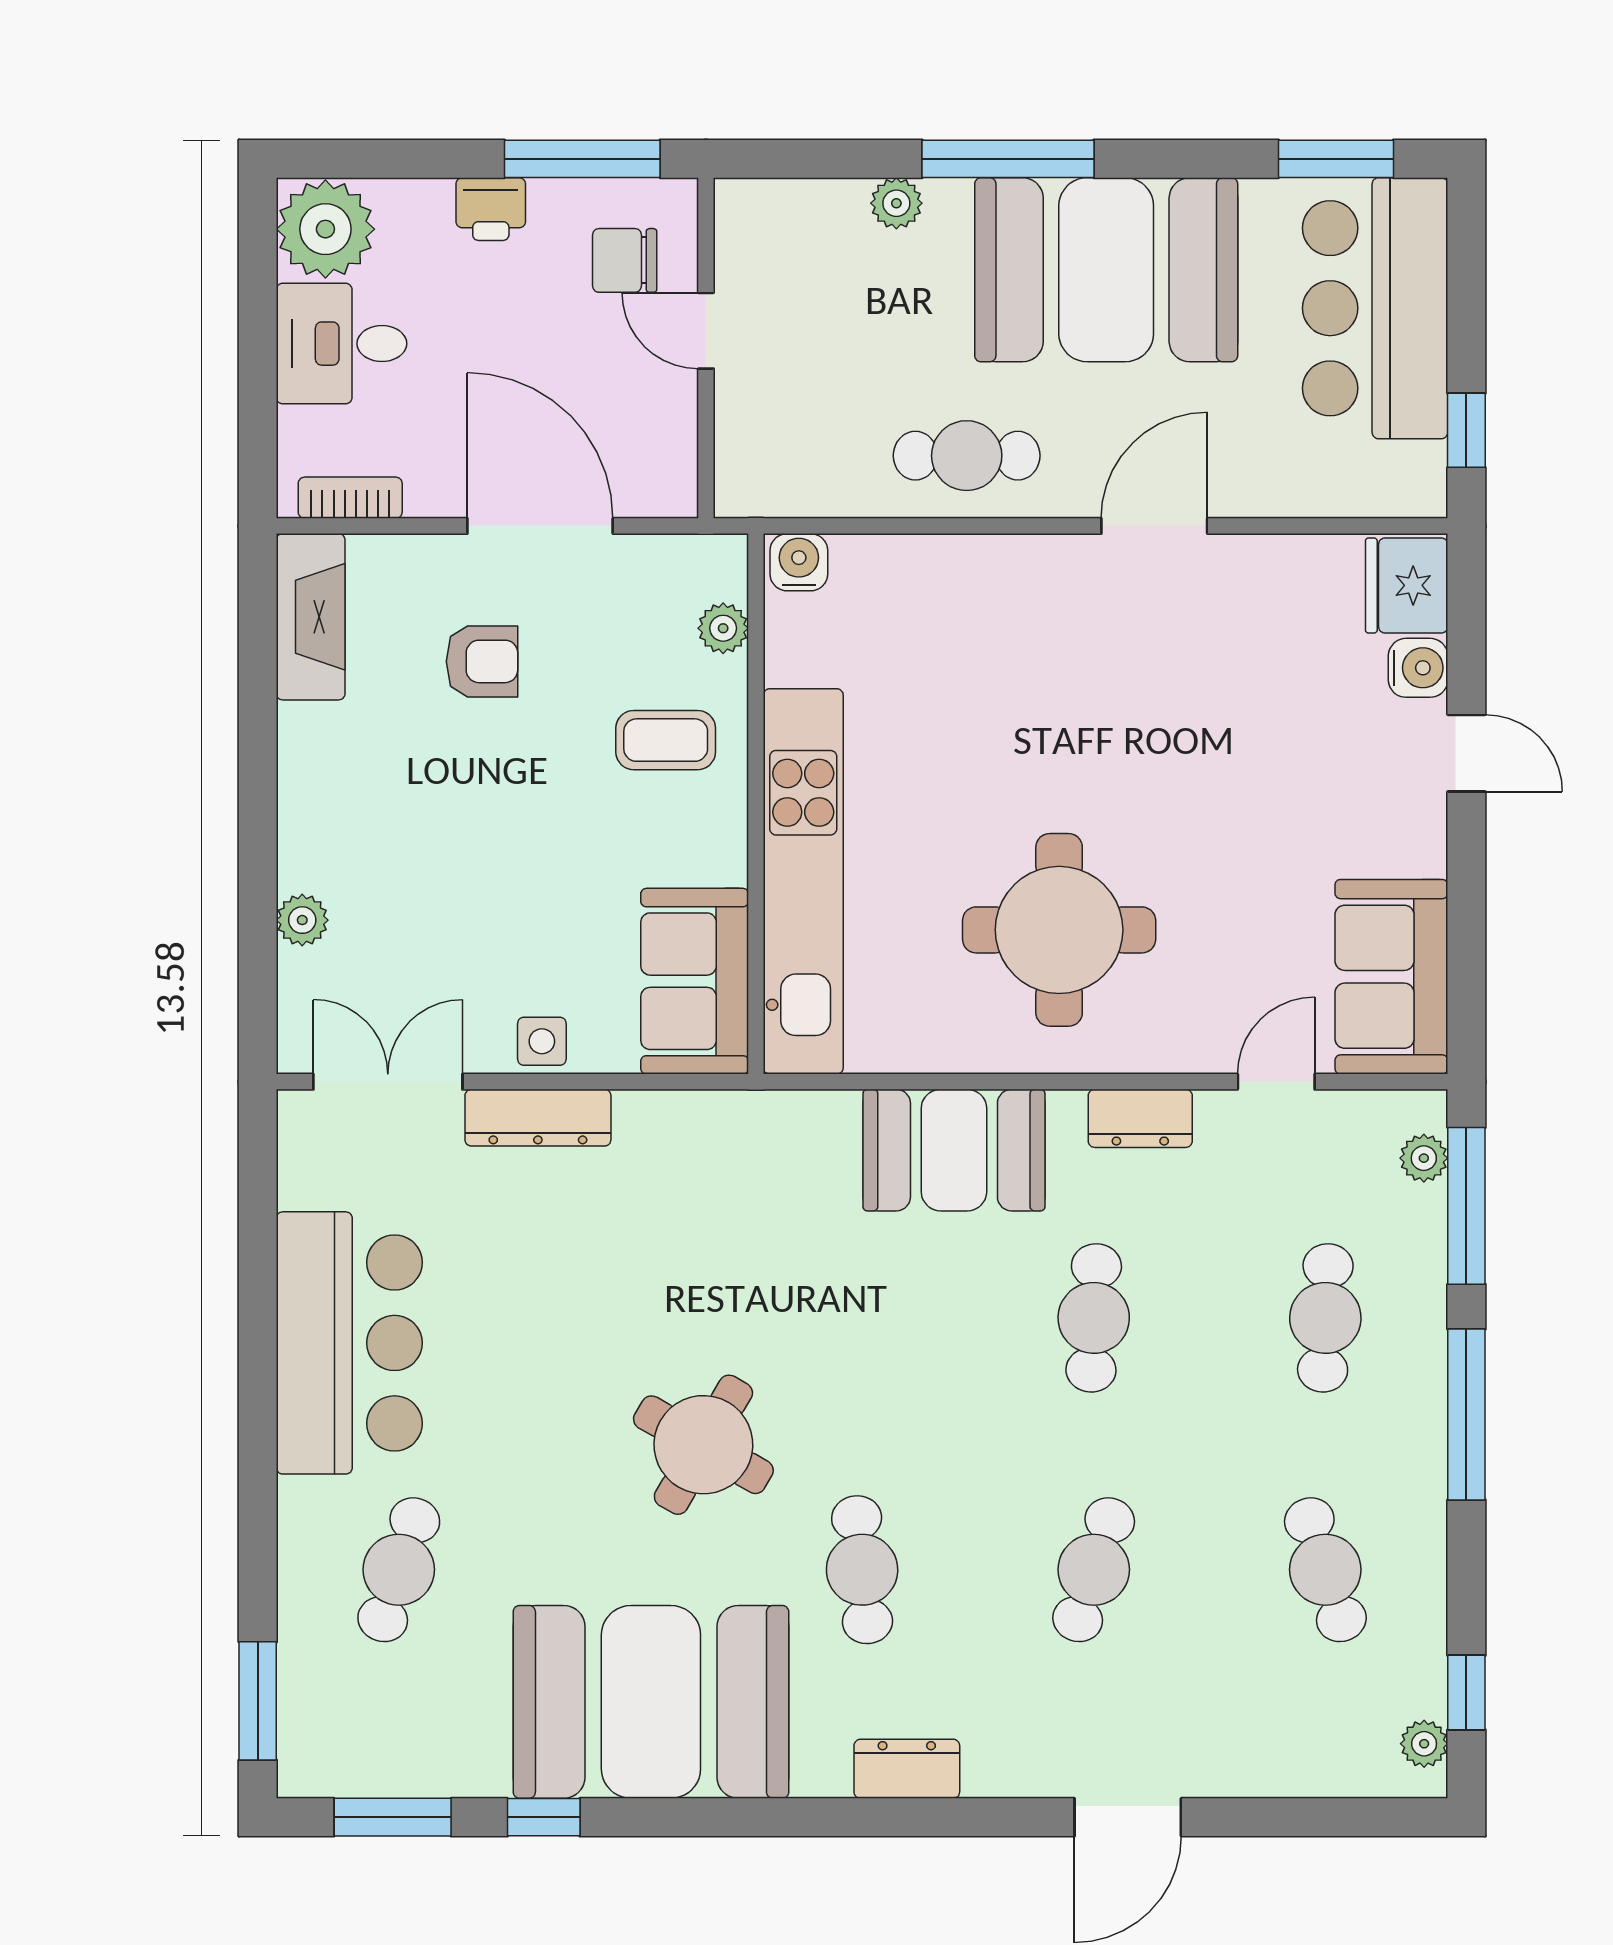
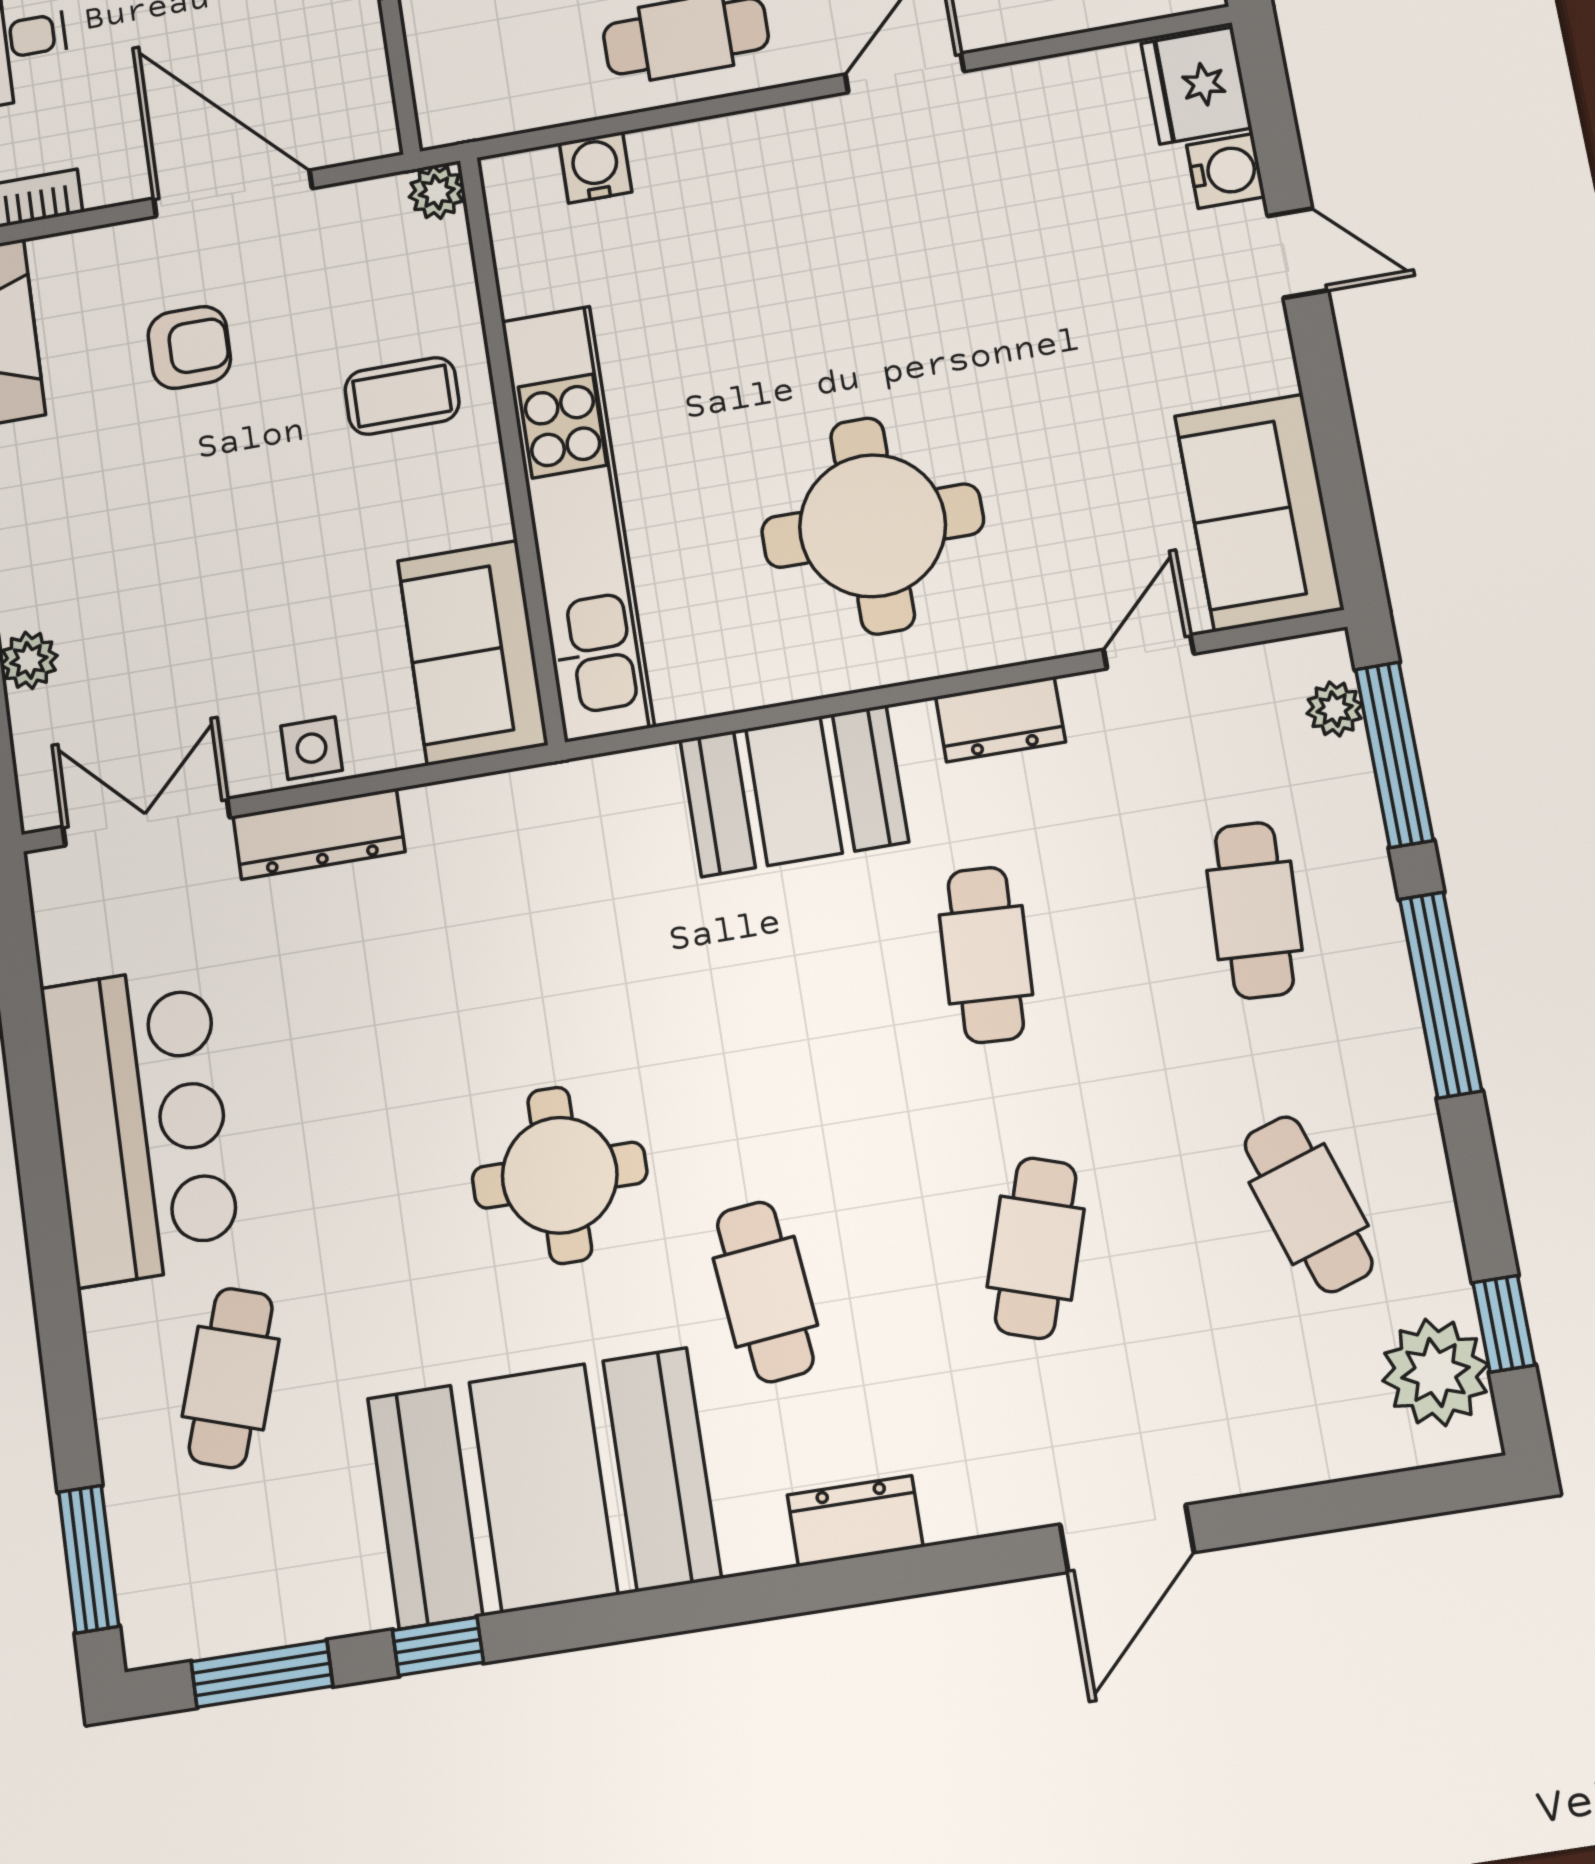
water cooler: (799, 562) -> (596, 167), moved
plant: (723, 628) -> (437, 192), moved
round table: (703, 1445) -> (560, 1175), turned -30
plant: (1424, 1744) -> (1435, 1372), width x1.88, depth x1.88

